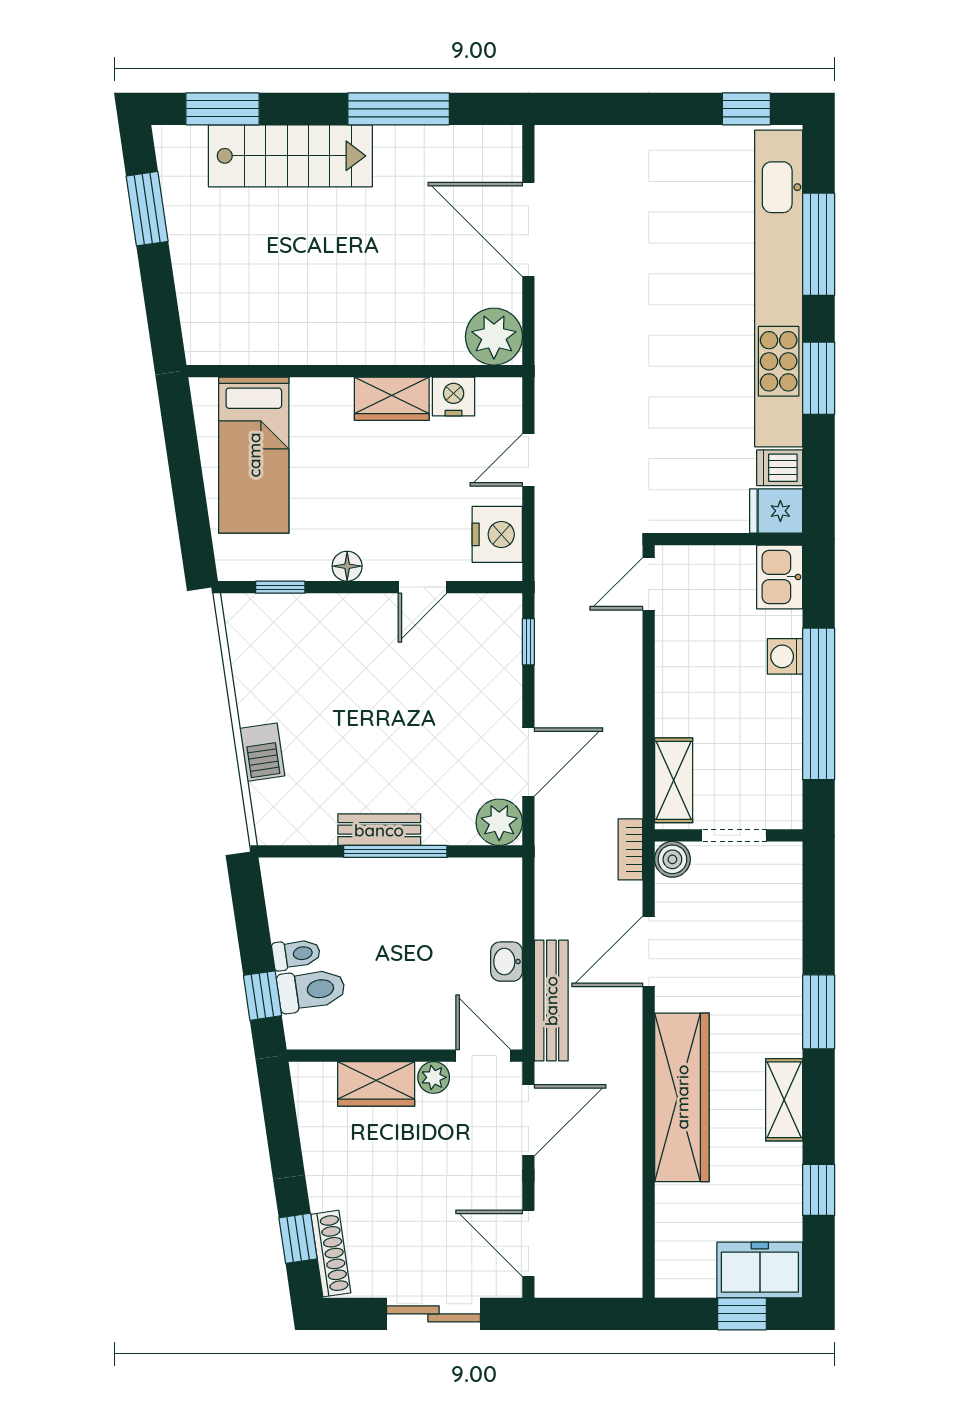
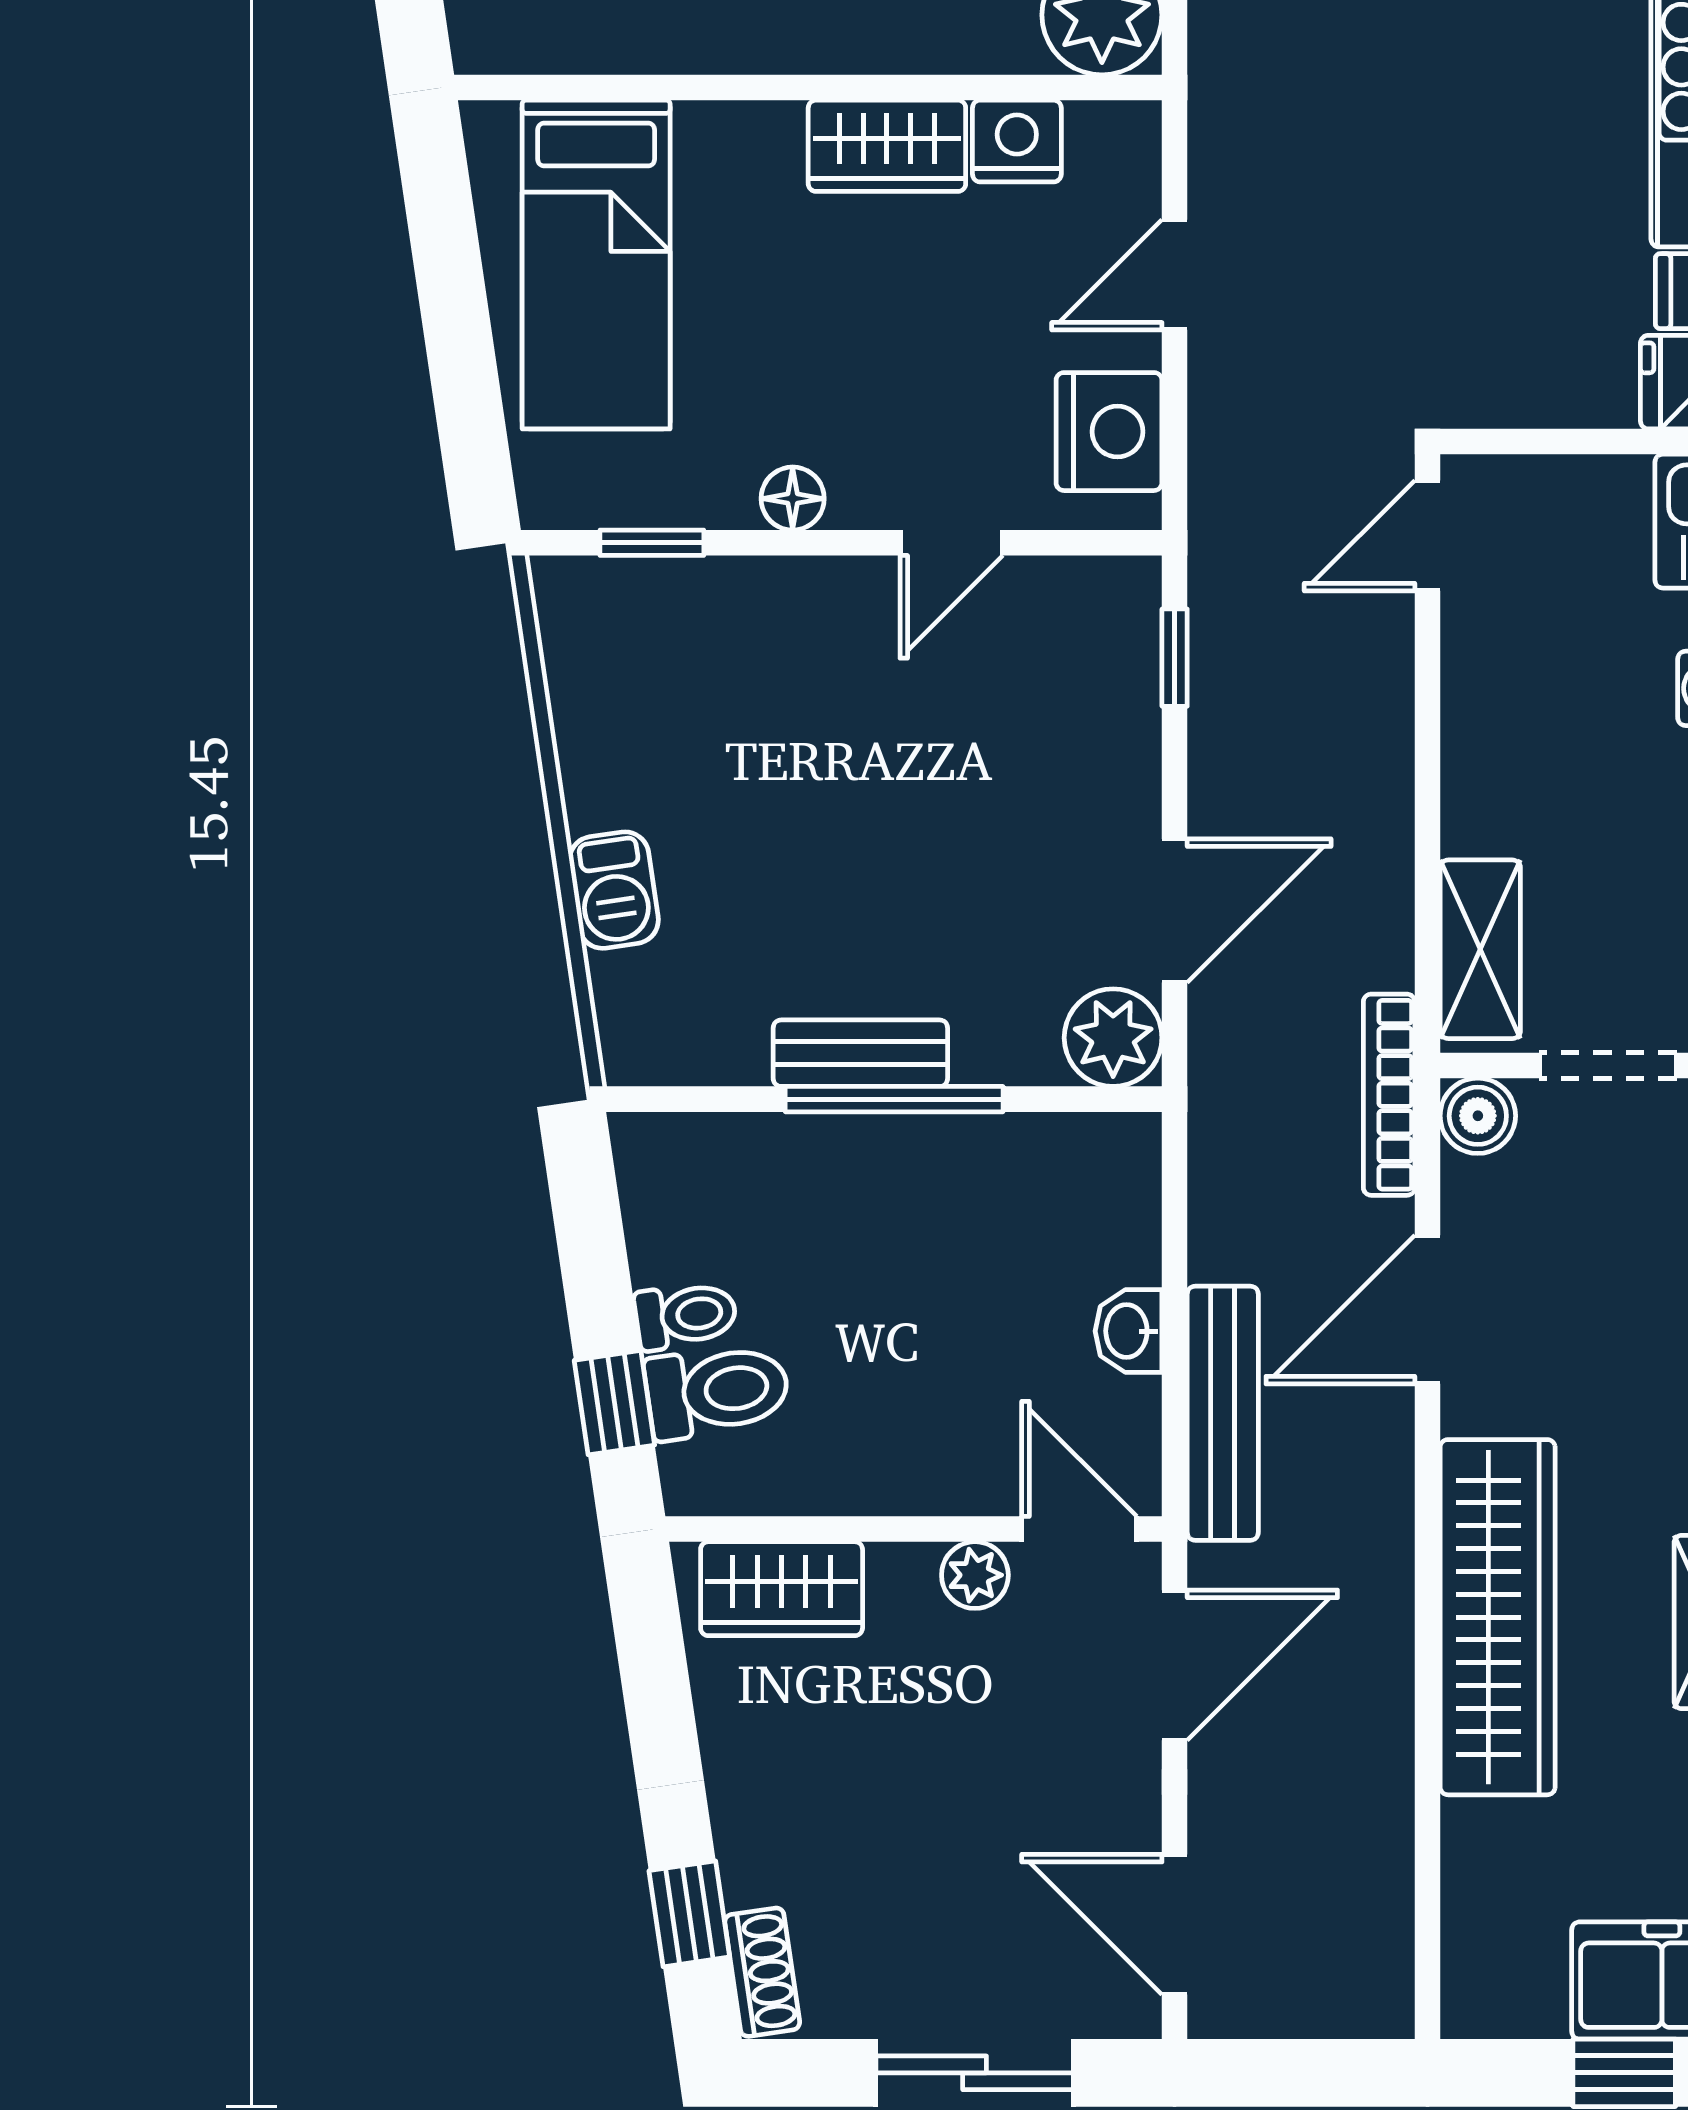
bookcase: (630, 849) -> (1389, 1095), width x1.56
wardrobe: (376, 1084) -> (782, 1589), moved
shoe rack: (331, 1254) -> (762, 1972), width x0.70

